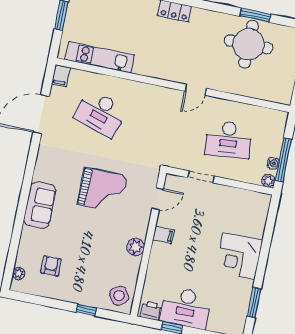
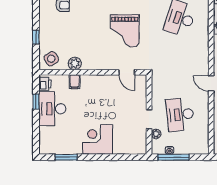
doorway: (201, 177) -> (149, 119), moved
plant: (268, 181) -> (156, 134), moved
filing cabinet: (163, 235) -> (75, 82), moved
plant: (136, 247) -> (75, 64), moved

